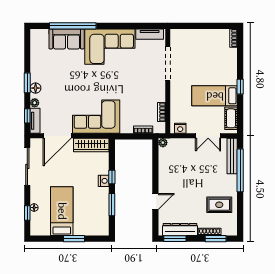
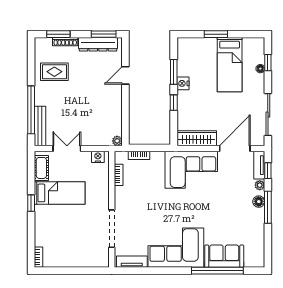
window: (27, 83) -> (268, 207), width x1.44
nightstand: (104, 181) -> (183, 83), moved

